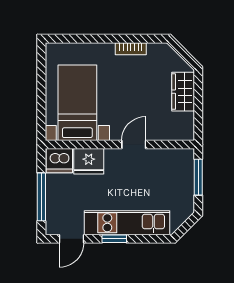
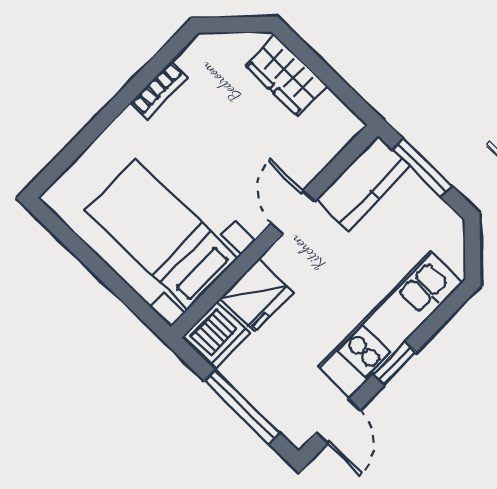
kitchen counter: (171, 160) -> (363, 183), added

